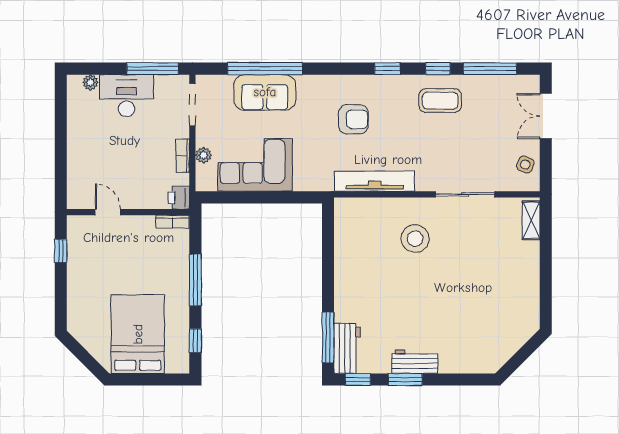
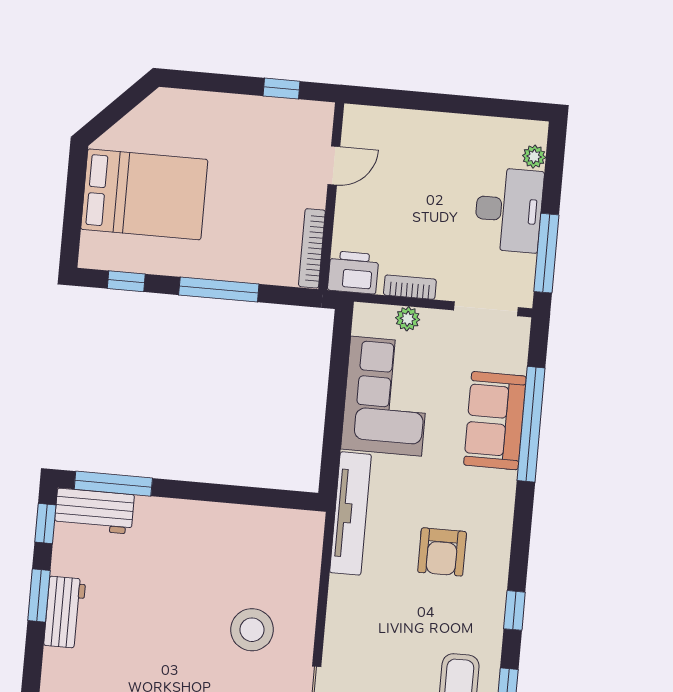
tv unit: (375, 181) -> (350, 513), moved
printer: (179, 198) -> (353, 272), width x1.36, depth x1.24
bookcase: (172, 222) -> (312, 248), width x1.56

